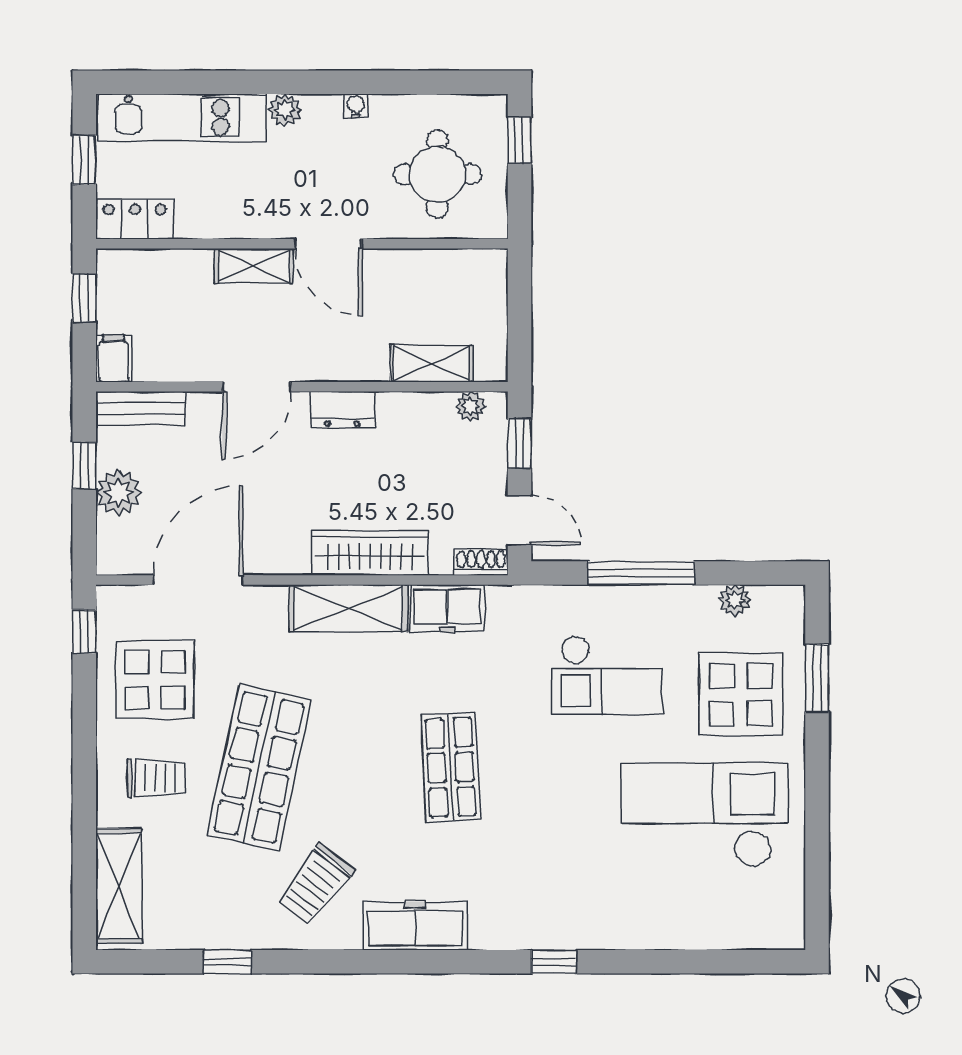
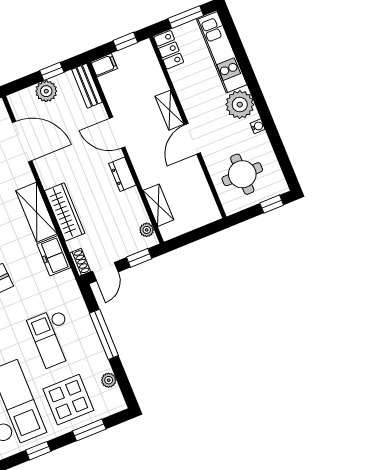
plant: (285, 110) -> (240, 105), width x1.87, depth x1.87
window: (84, 160) -> (186, 17), width x1.50
window: (817, 794) -> (38, 451), added

